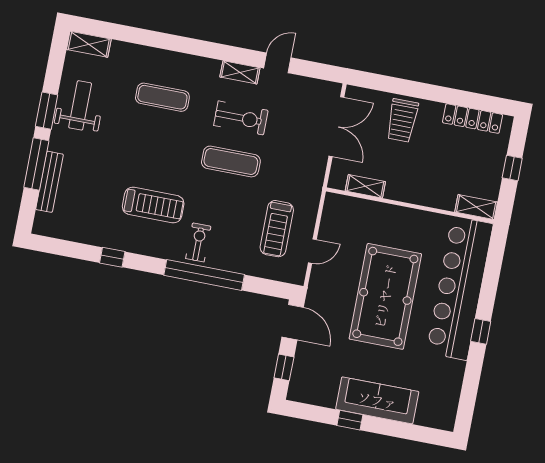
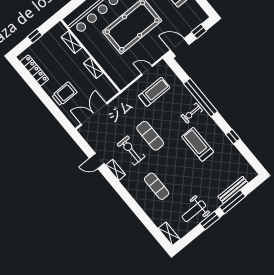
shelving: (365, 186) -> (93, 68), moved
shelving: (476, 207) -> (72, 42), moved
door: (293, 322) -> (180, 47), hinge flipped

